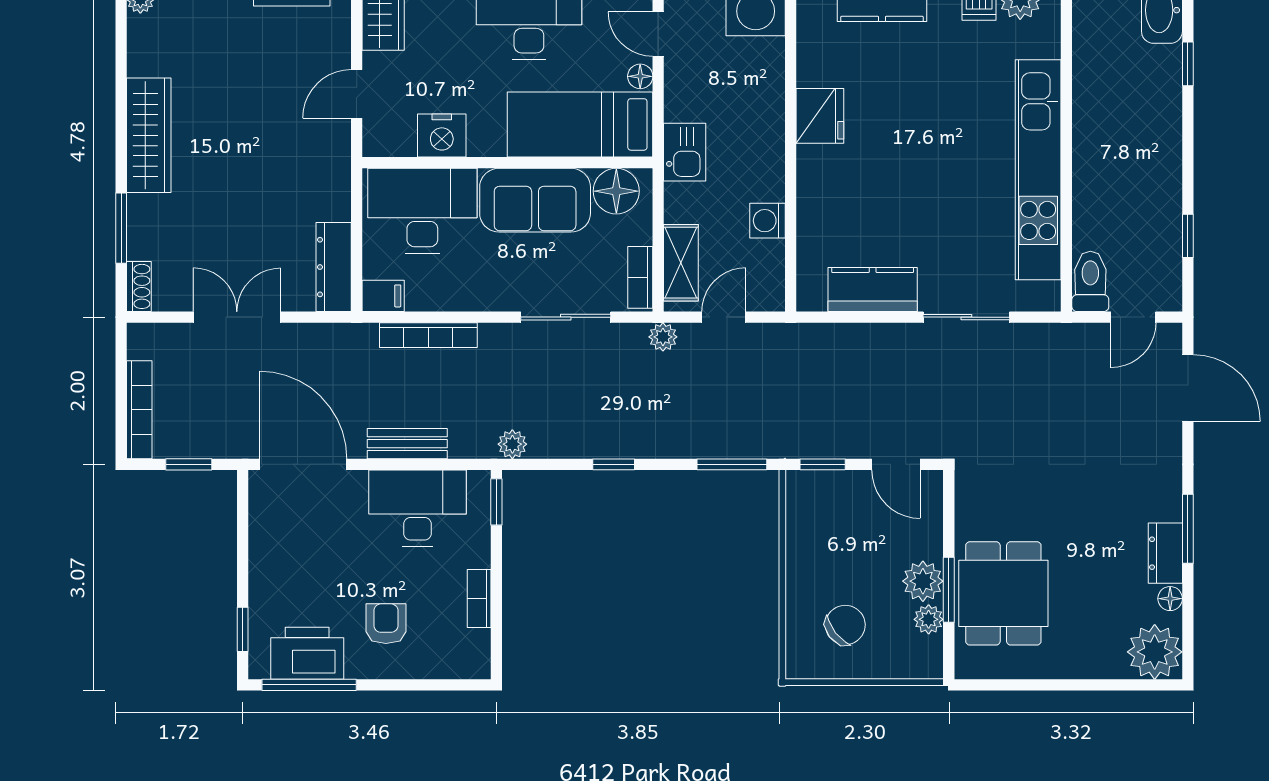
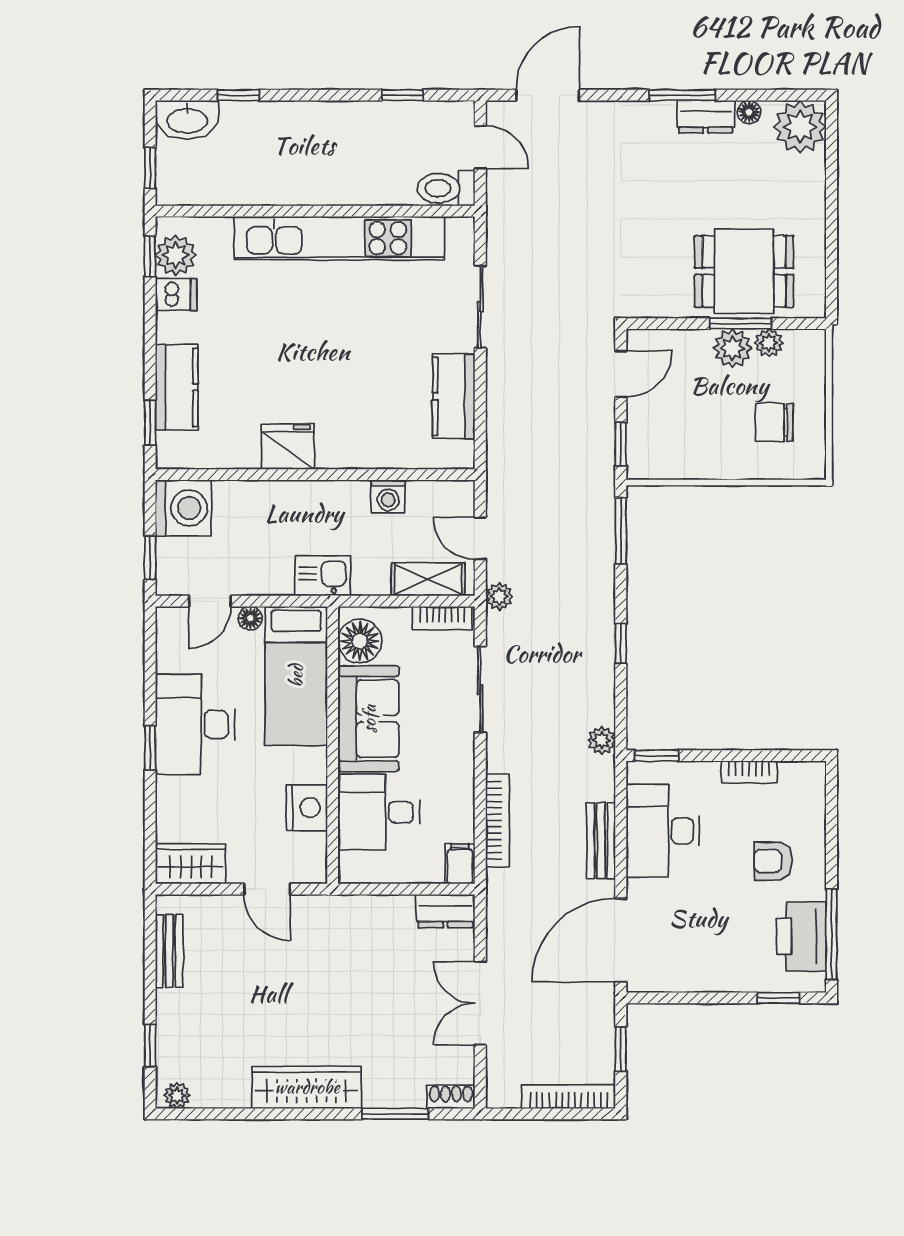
desk: (422, 211) -> (379, 812), width x0.73
dresser: (334, 267) -> (445, 911), width x0.70
chair: (845, 625) -> (774, 422), turned -52

